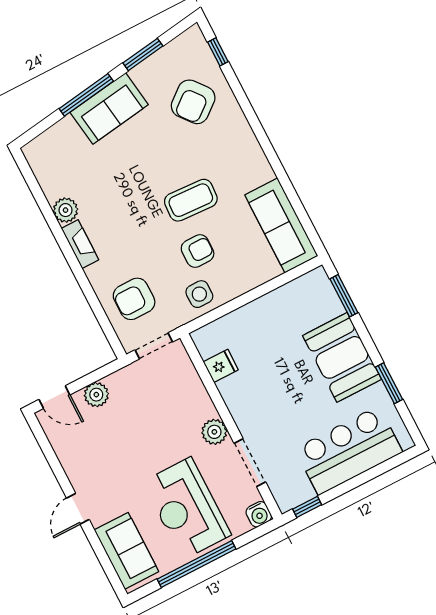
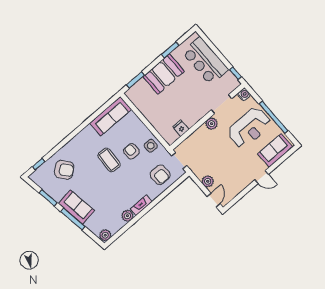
plant: (36, 154) -> (105, 235), added

